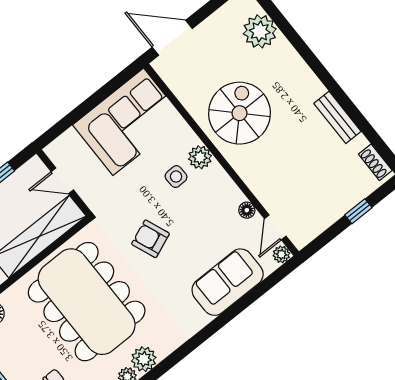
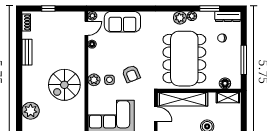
armchair: (150, 239) -> (131, 74), moved

